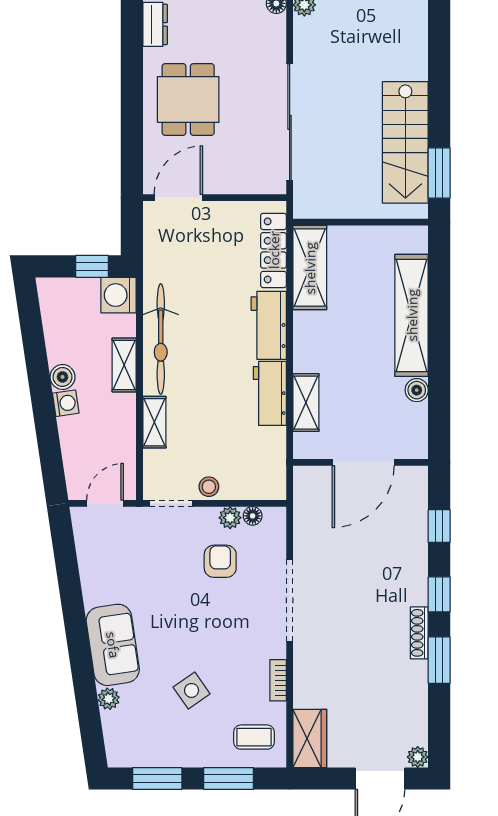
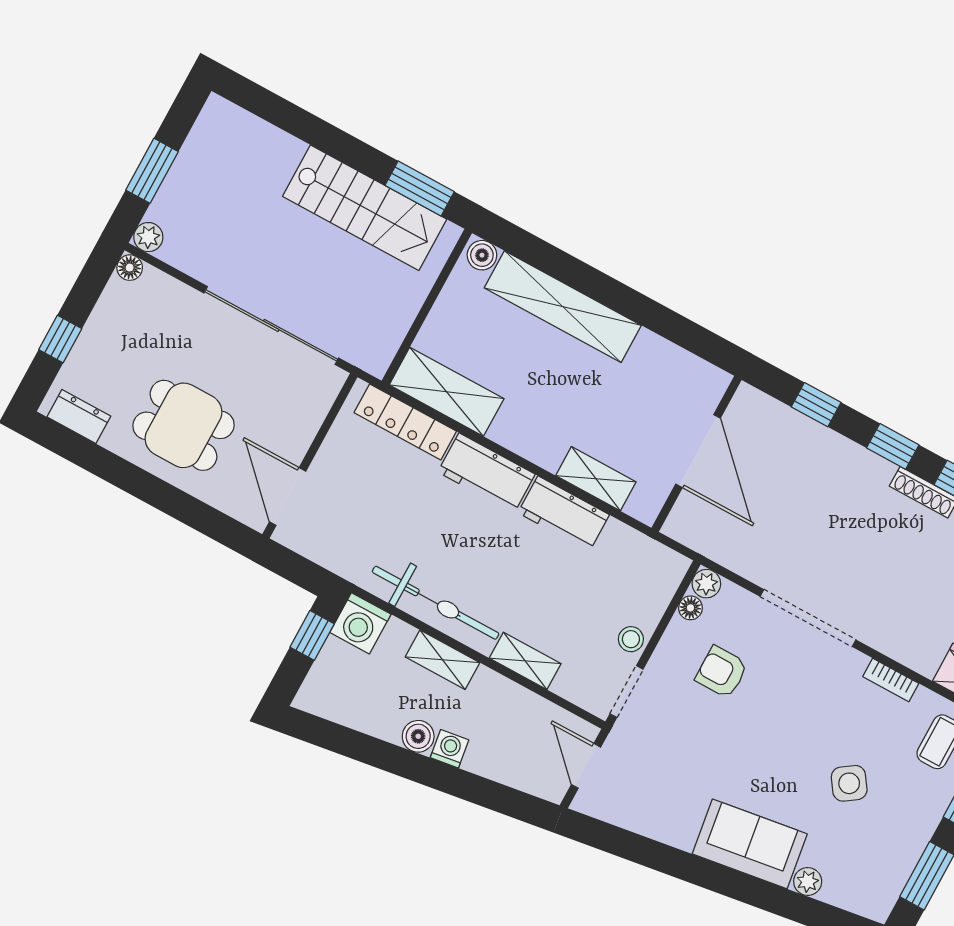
boiler: (417, 390) -> (482, 255), moved
plant: (230, 518) -> (706, 584), moved

